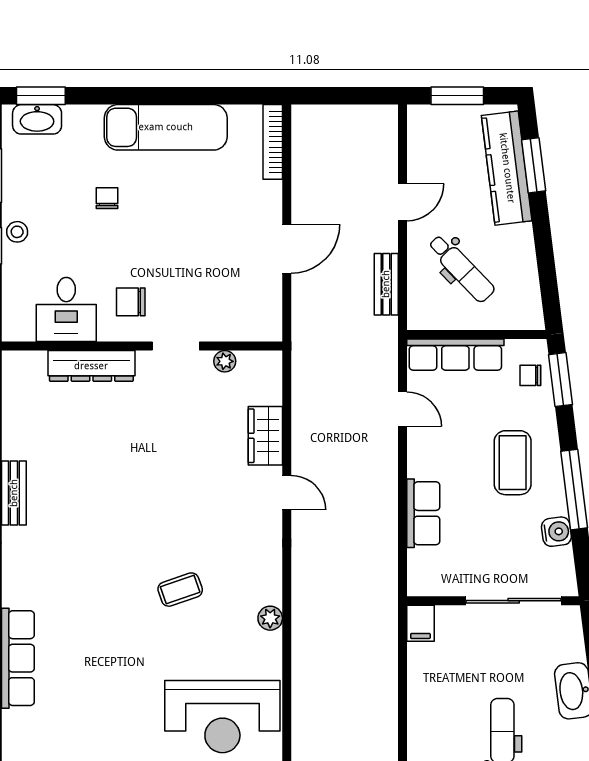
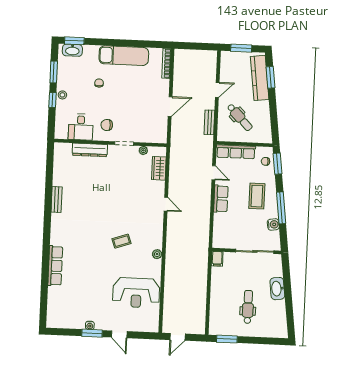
wardrobe: (265, 436) -> (159, 168), moved
row of seats: (423, 513) -> (221, 199), moved

